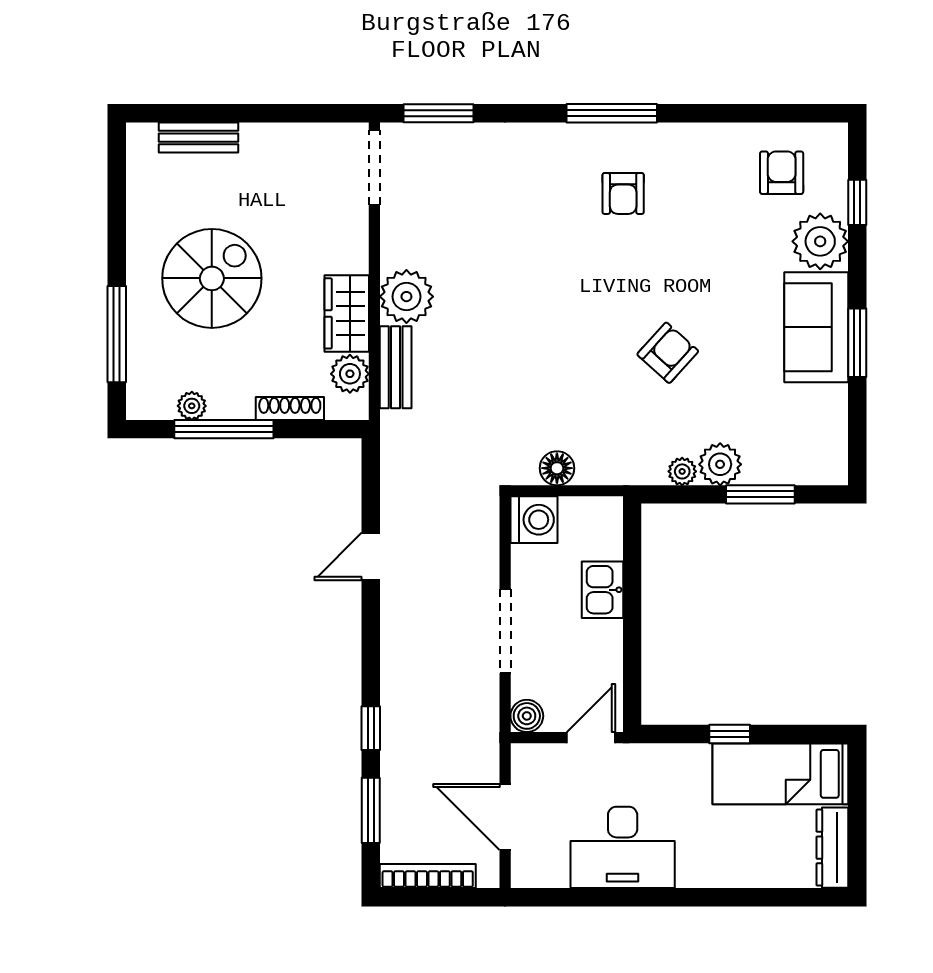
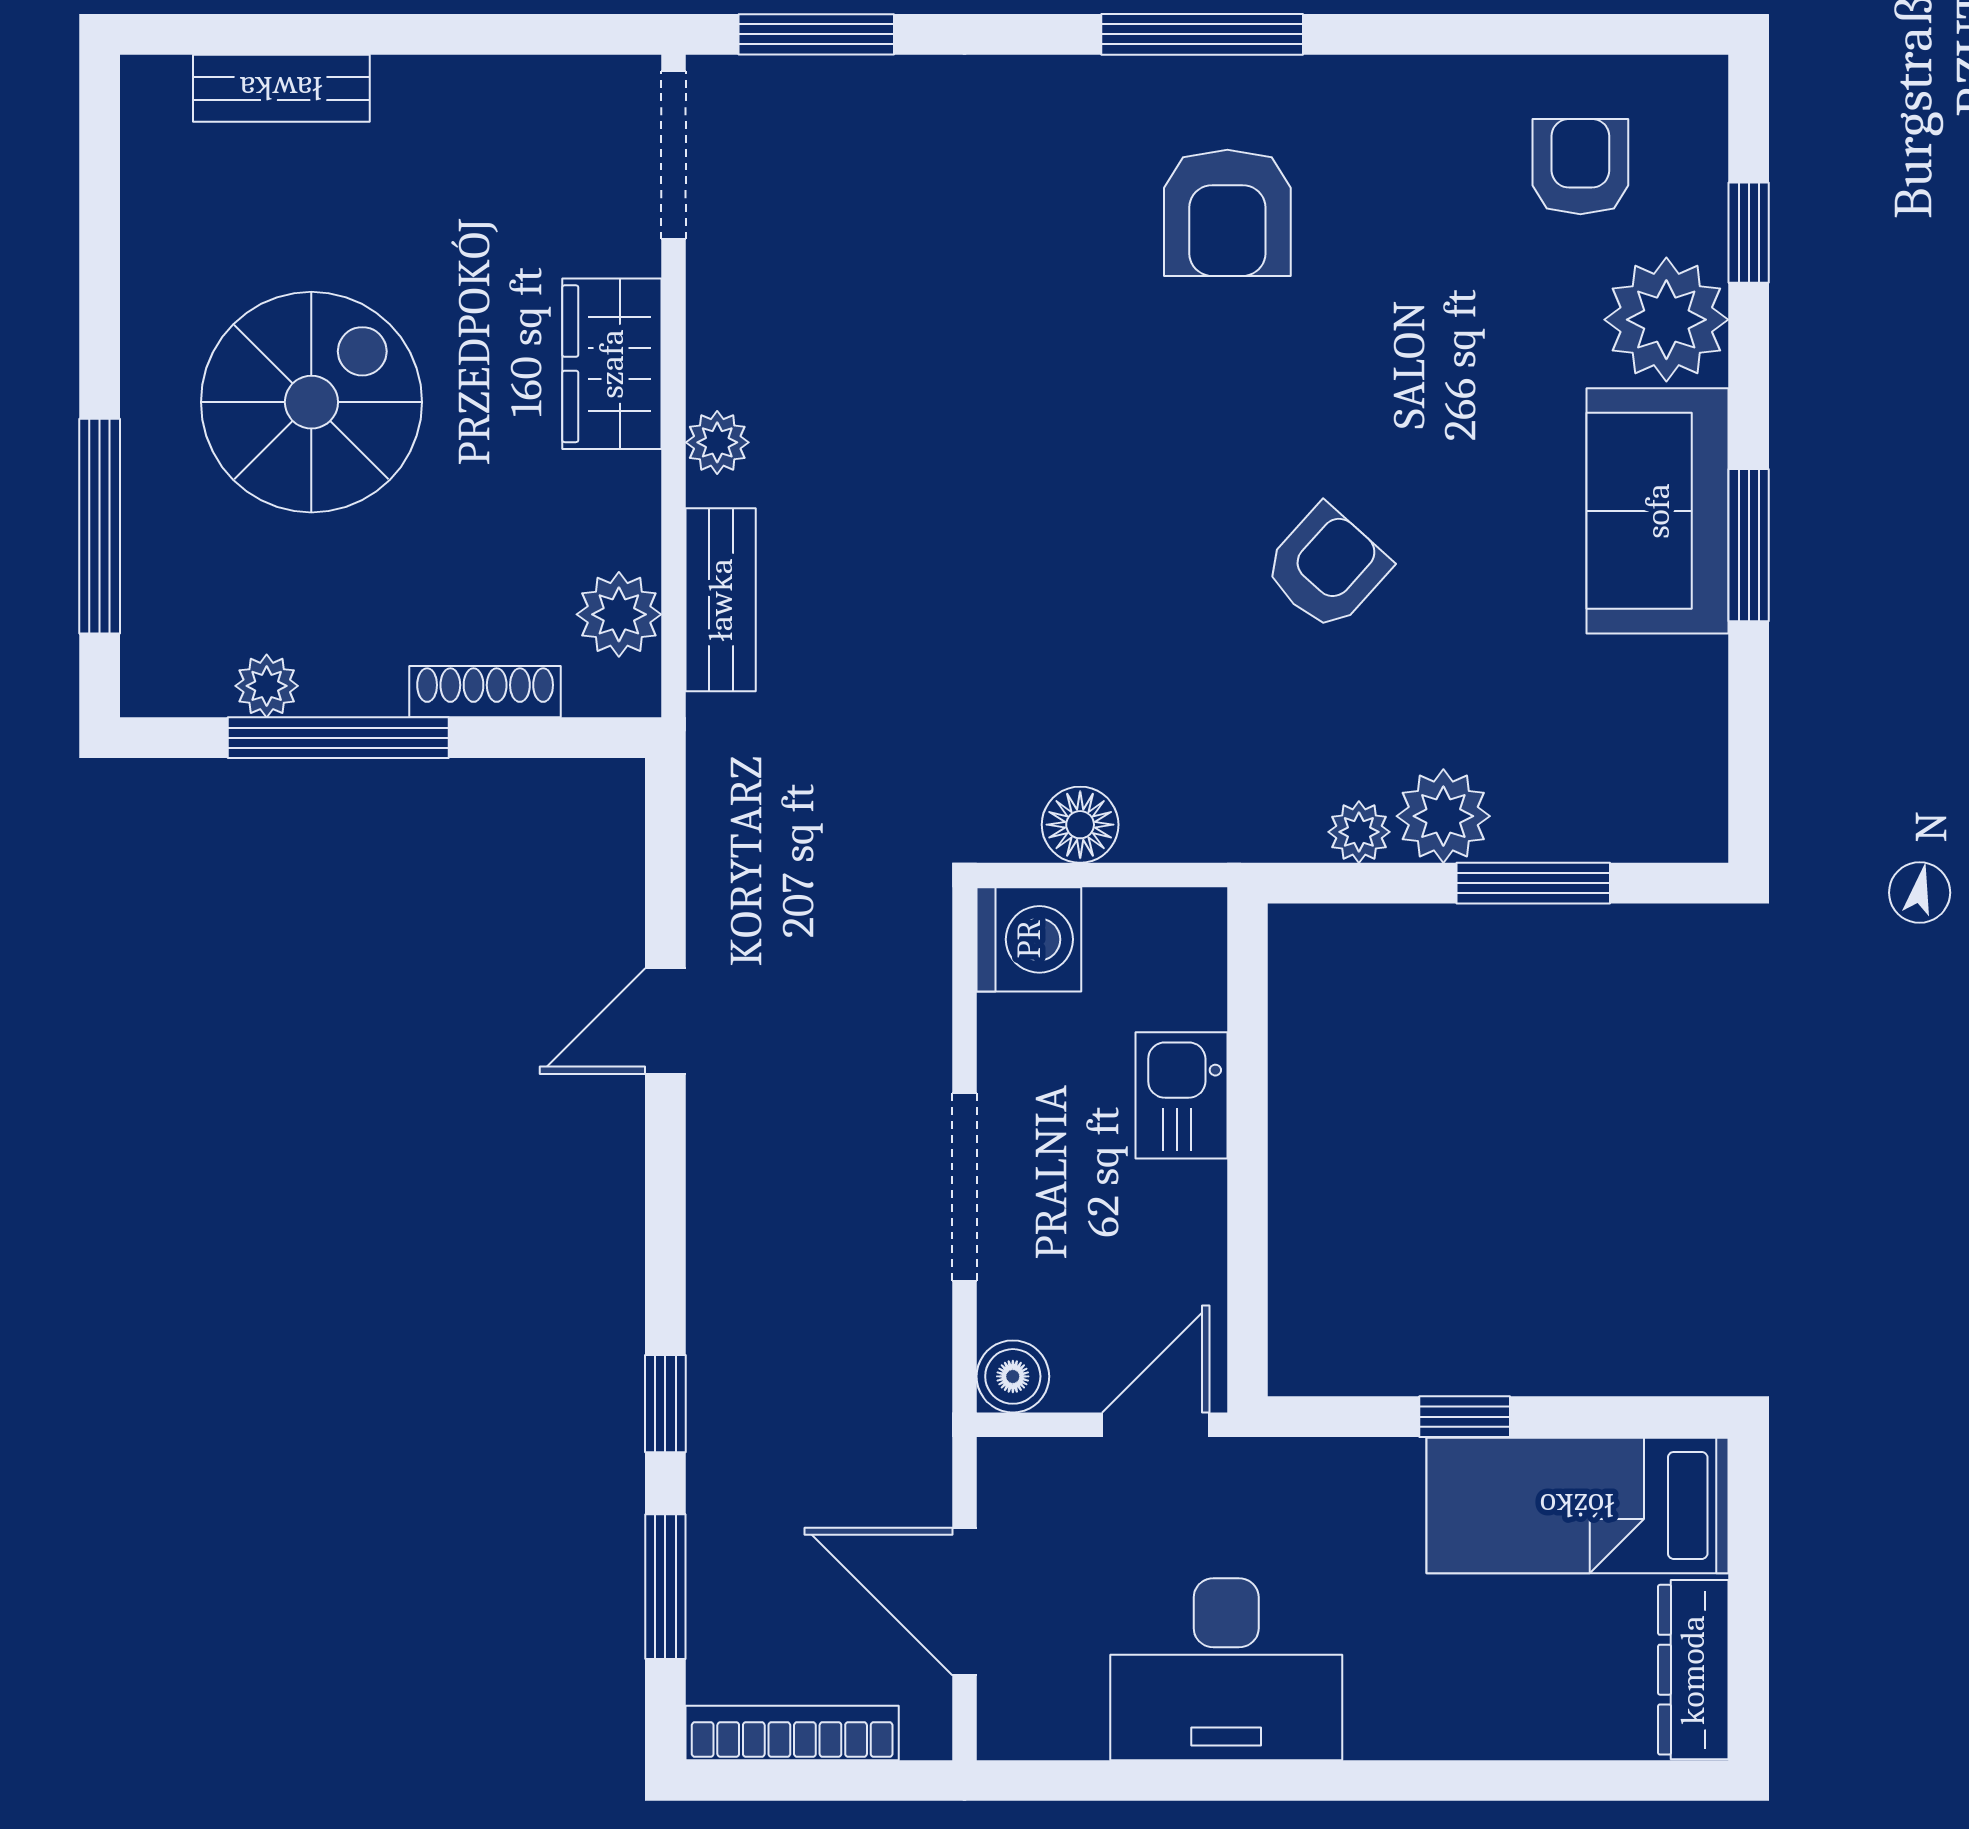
armchair: (623, 193) -> (1227, 213), width x1.38, depth x1.38
plant: (406, 297) -> (717, 442), width x0.53, depth x0.53
wardrobe: (347, 313) -> (612, 364), moved

